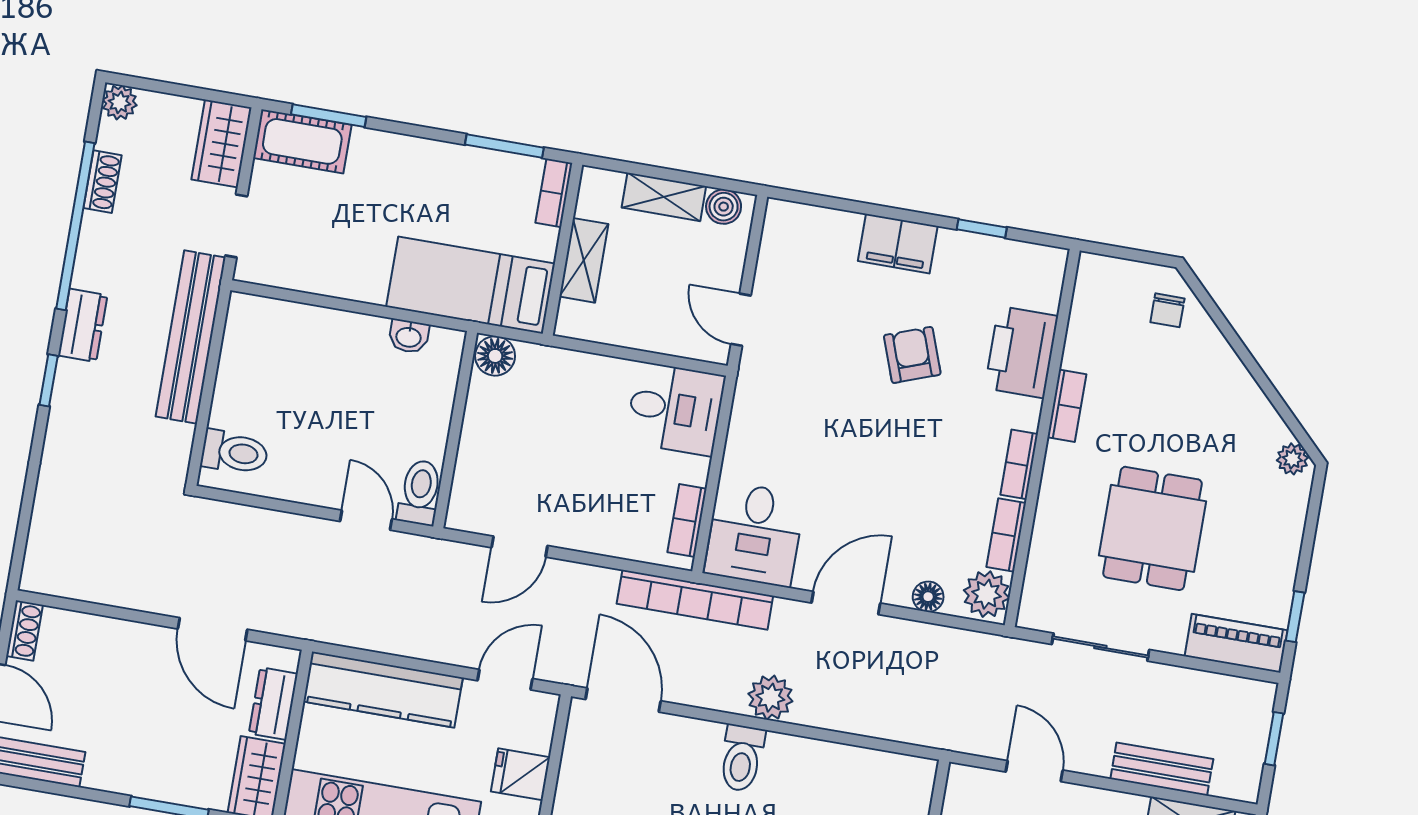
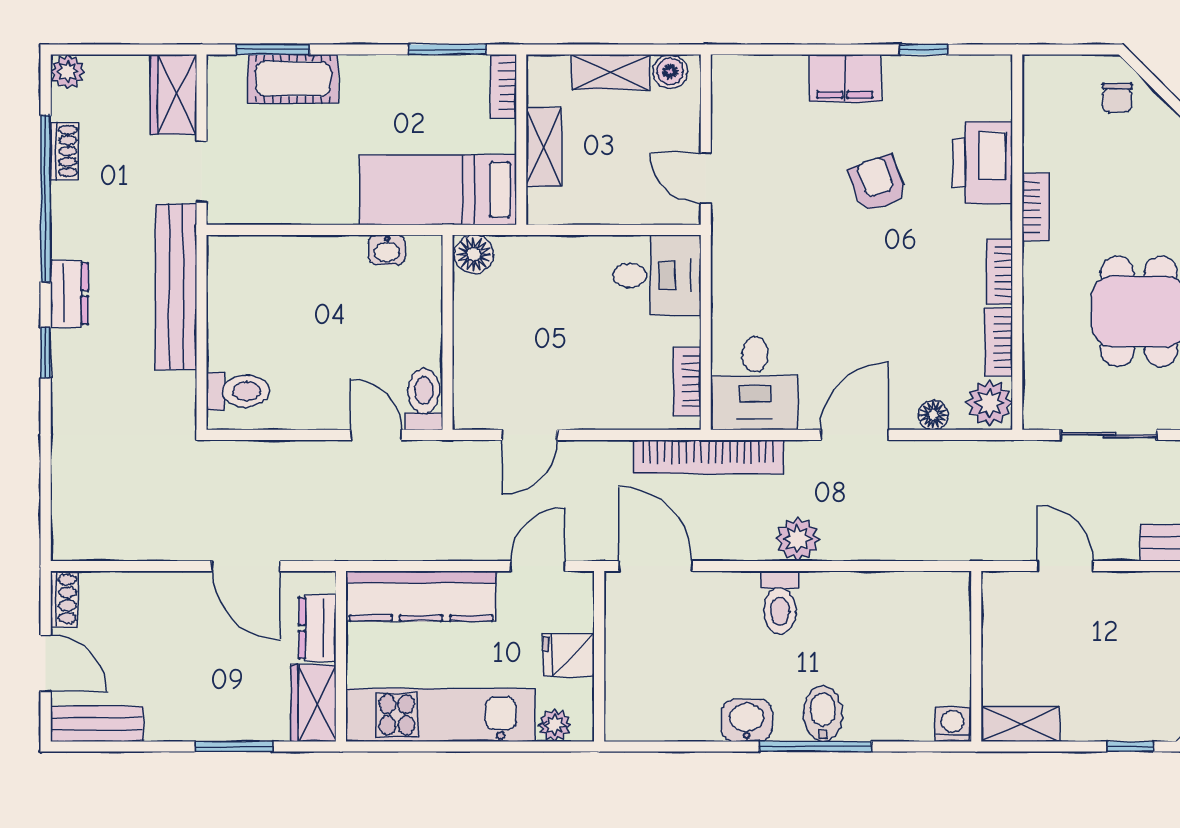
cot: (302, 141) -> (293, 79), moved

